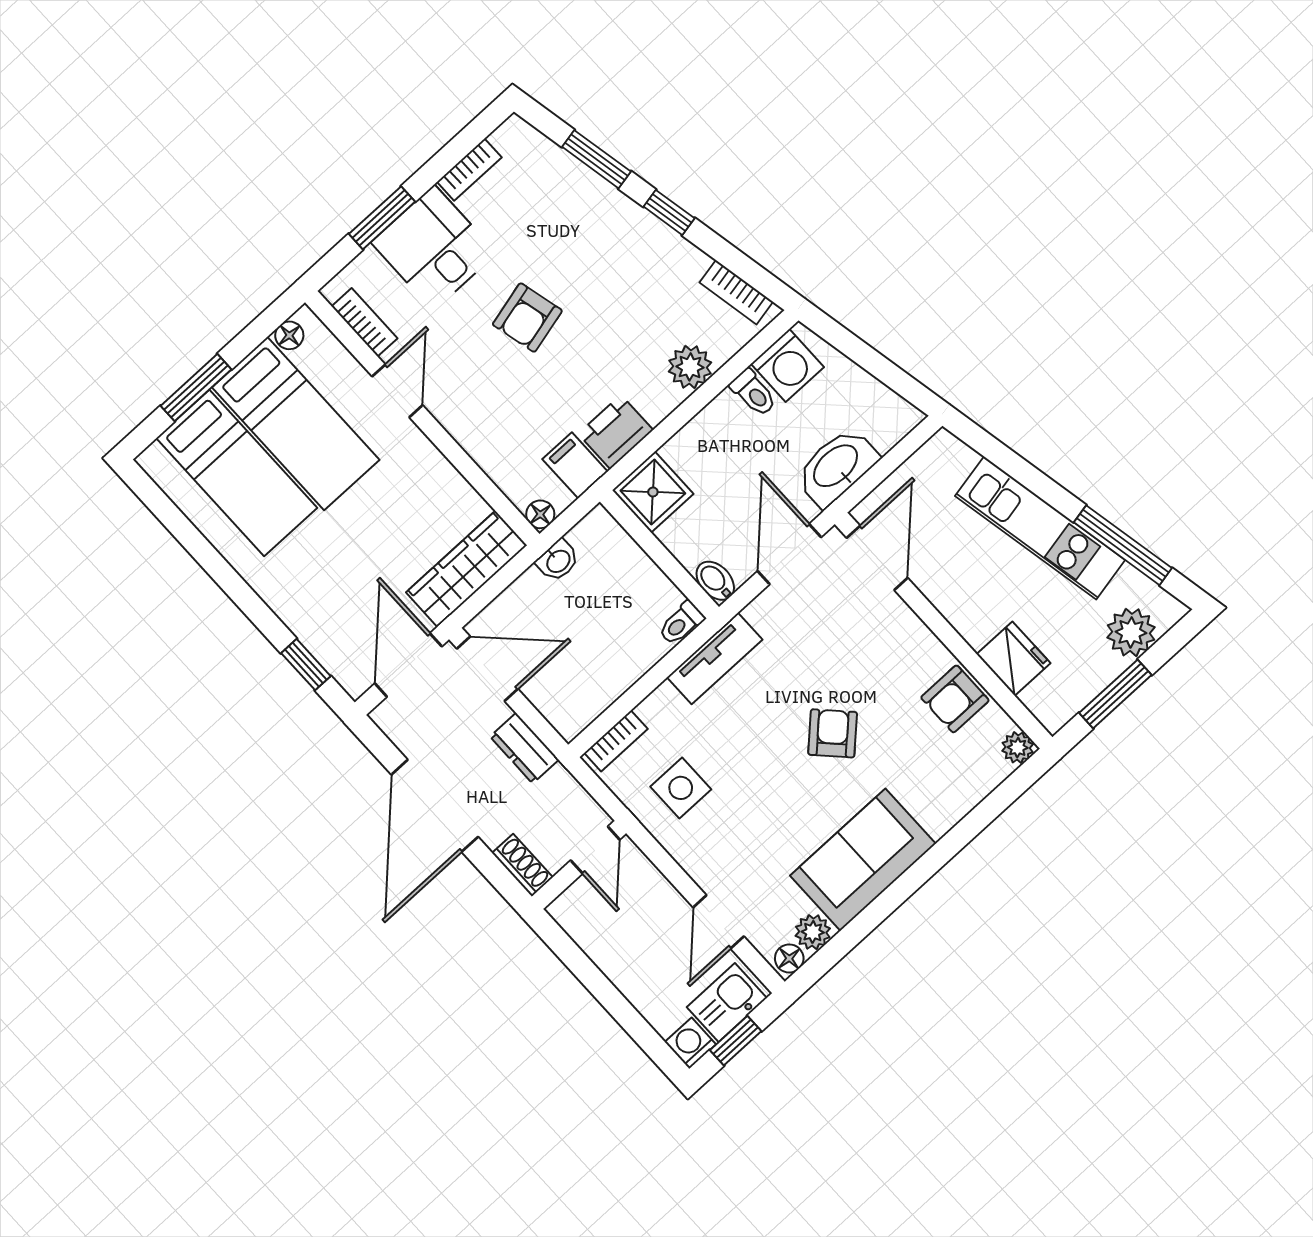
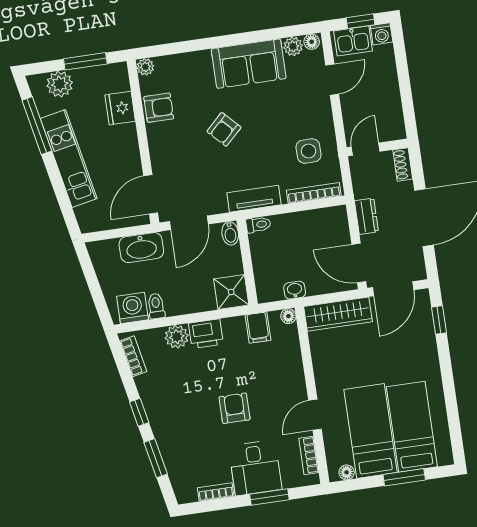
armchair: (527, 318) -> (235, 408), turned -76
printer: (616, 432) -> (206, 334), moved
bookcase: (616, 741) -> (314, 193), width x1.56

